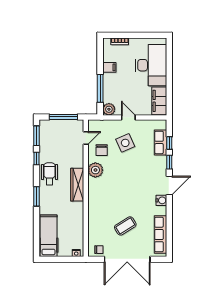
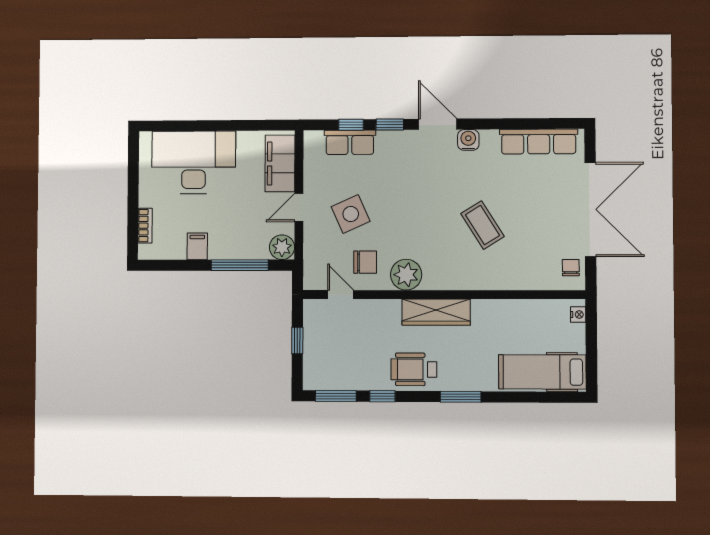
filing cabinet: (159, 101) -> (280, 163), moved, turned 90
window: (63, 117) -> (297, 340), width x0.46
coffee table: (125, 226) -> (482, 225), moved

